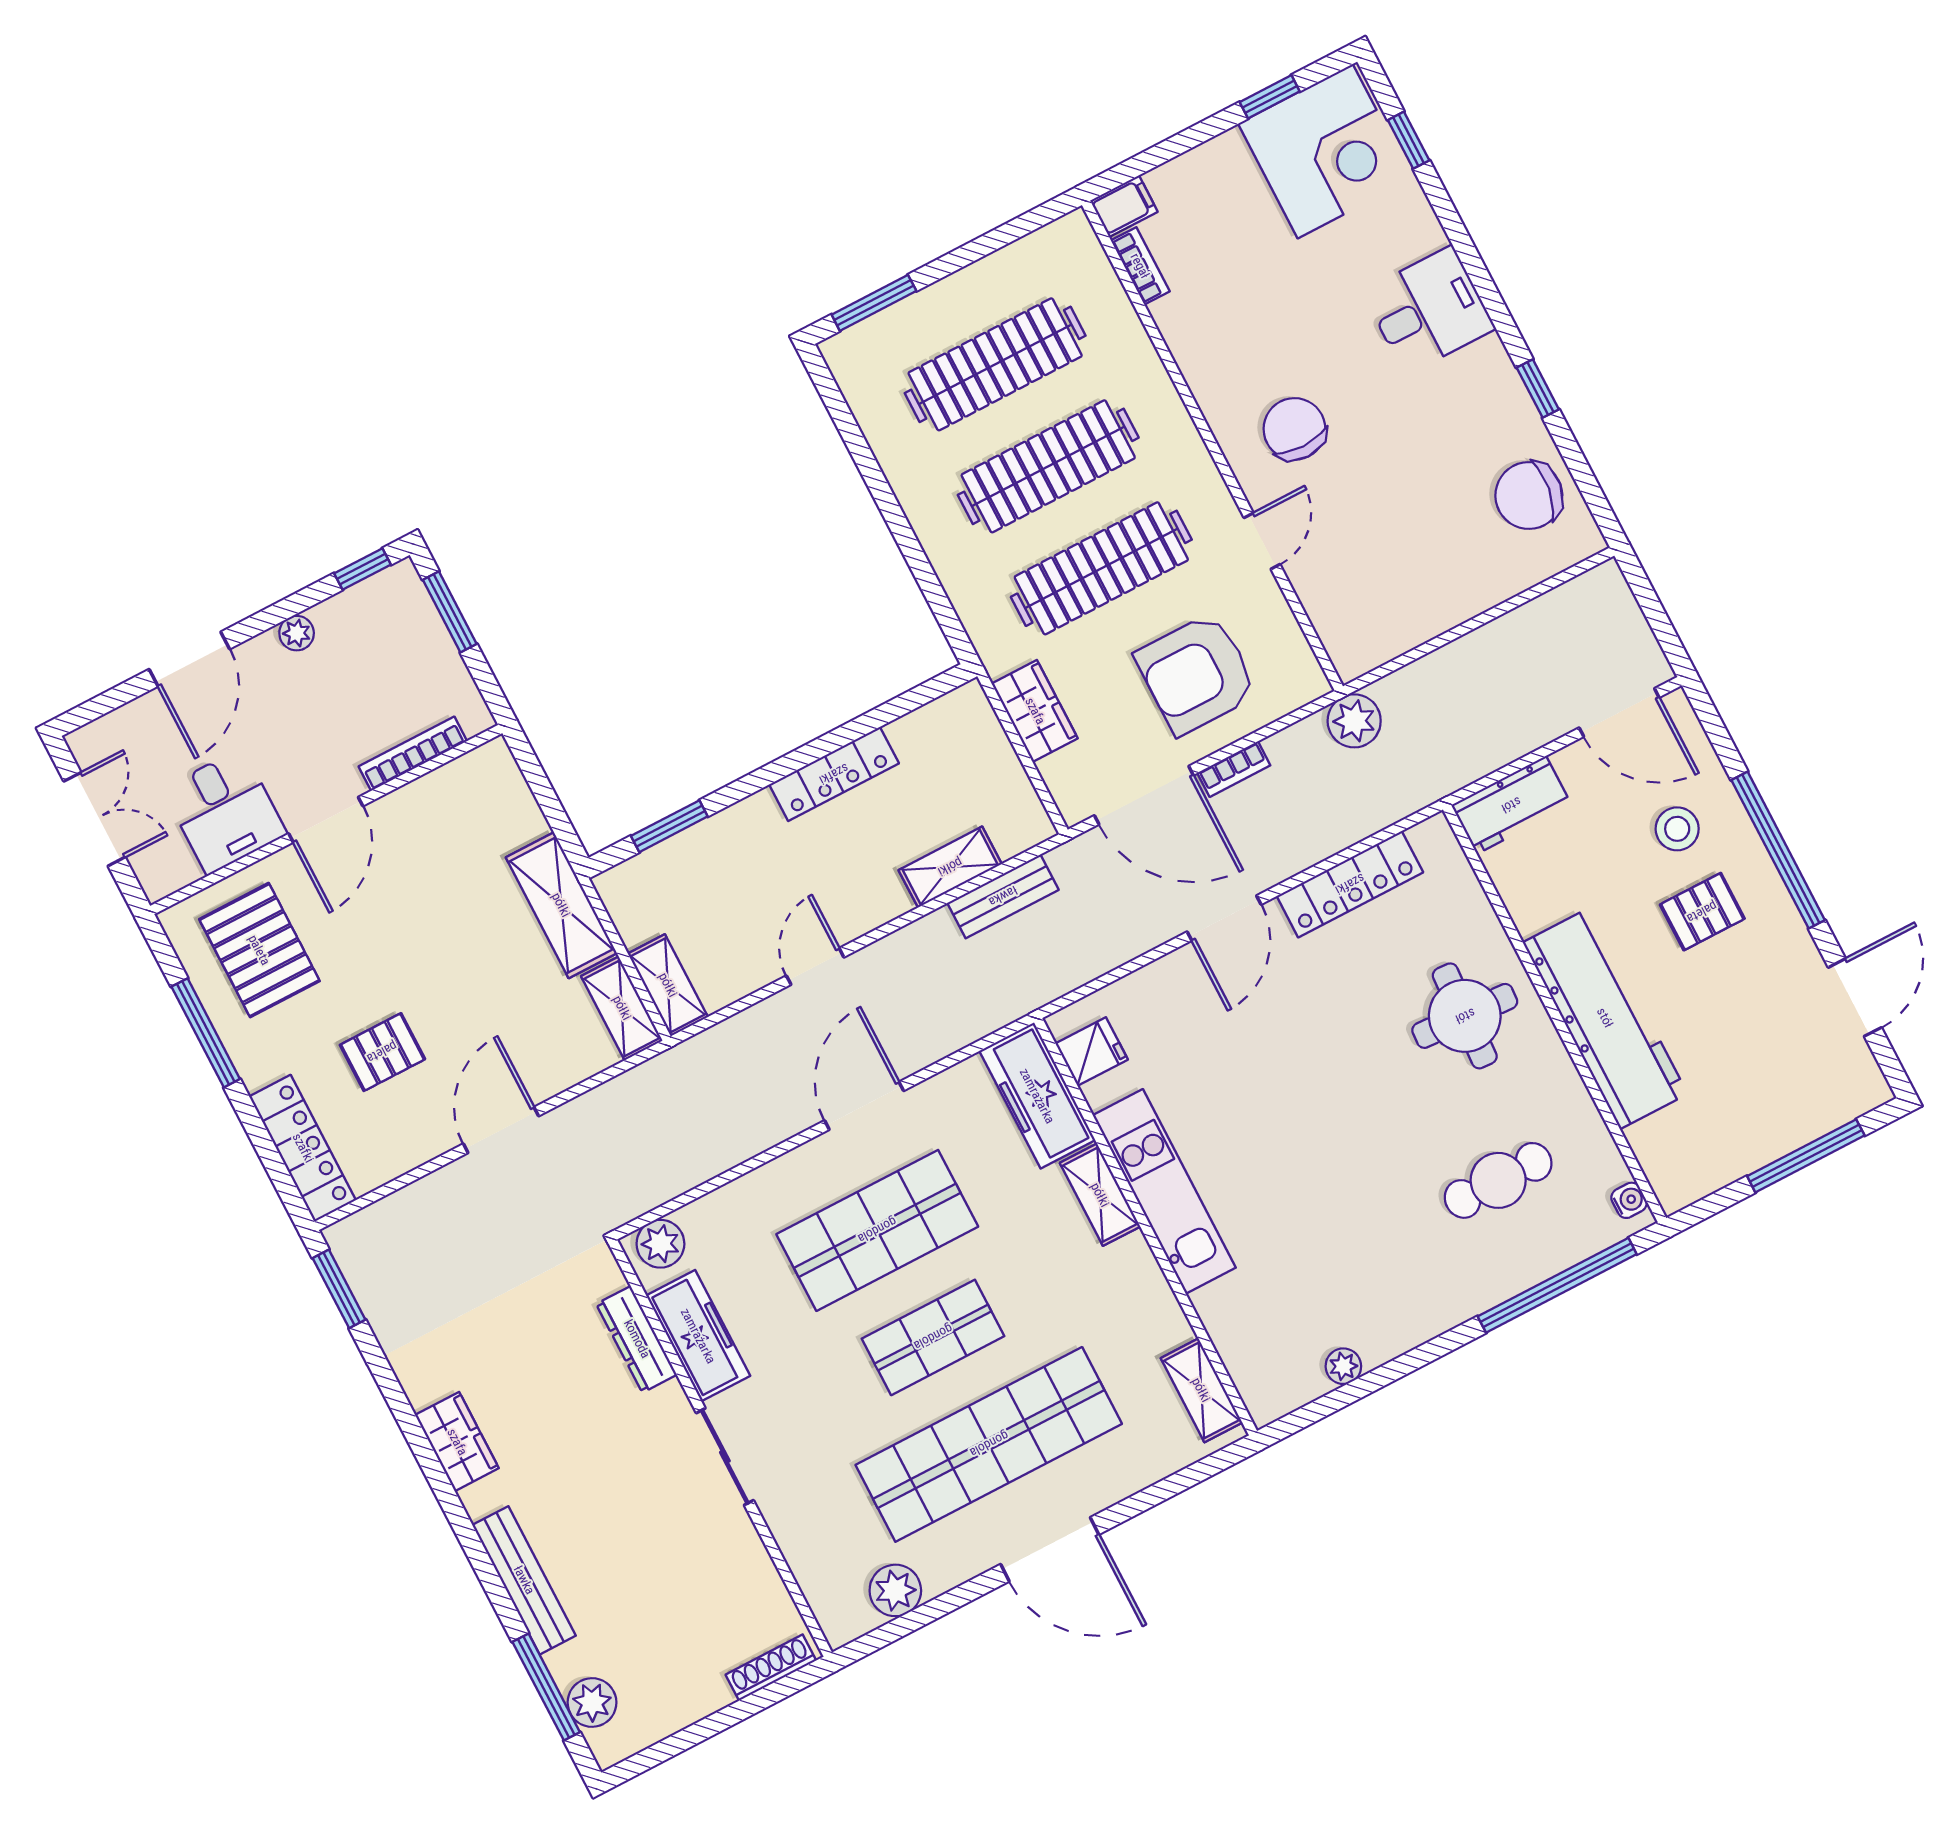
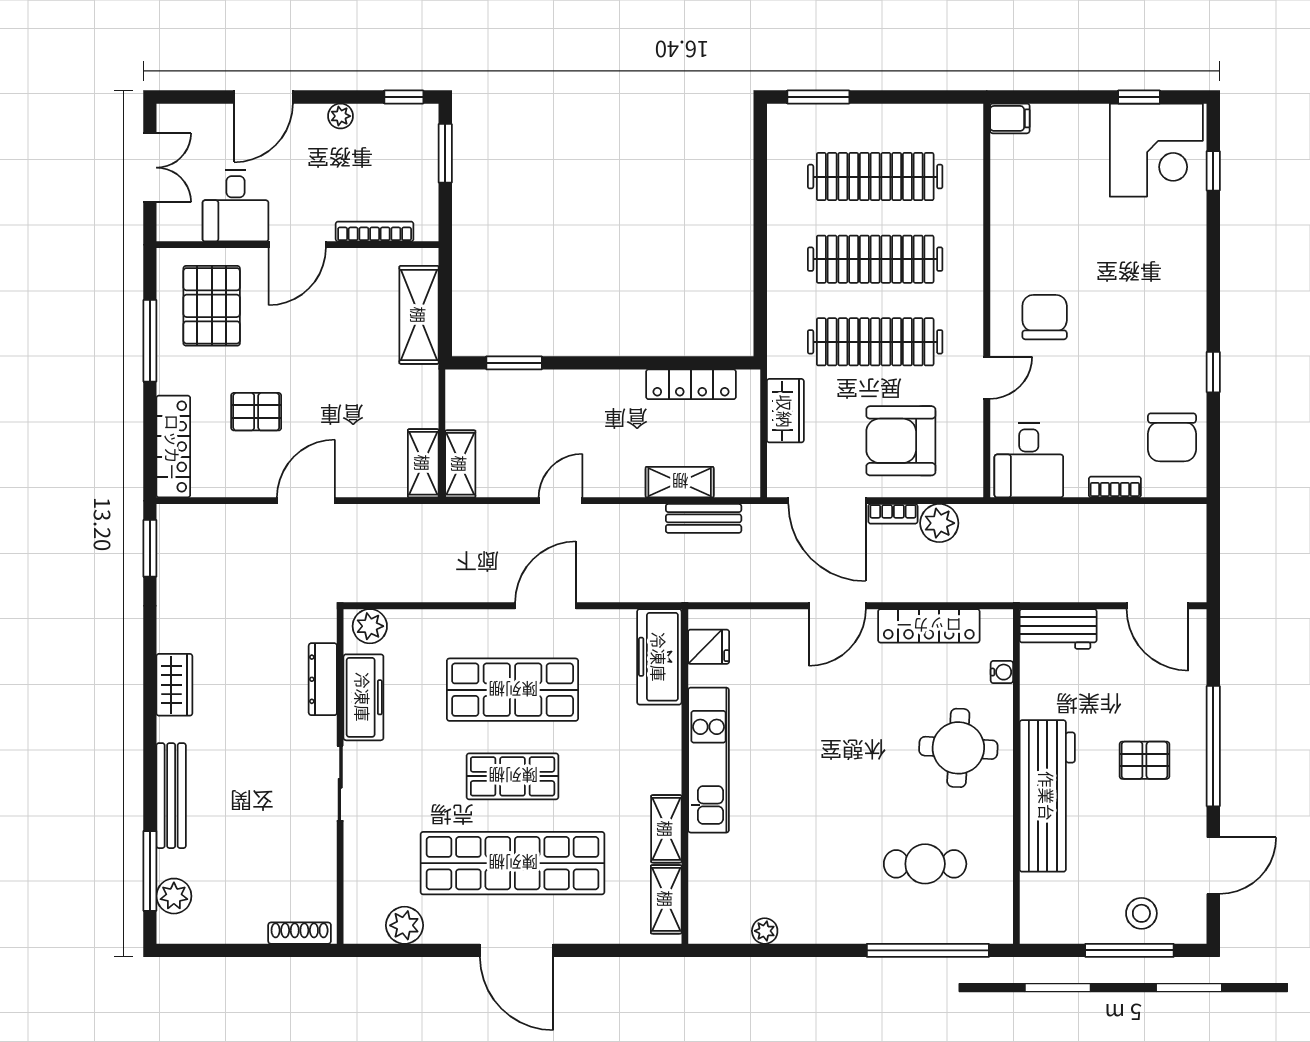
bookcase: (1140, 266) -> (1115, 487), moved, turned -90
desk: (1429, 310) -> (1029, 460), moved, turned 90
chair: (1529, 495) -> (1172, 437), turned -98
plant: (1354, 721) -> (939, 523), moved
locker: (834, 774) -> (691, 384), moved
stool: (1677, 829) -> (1141, 913), moved
shelving: (561, 905) -> (419, 315), moved
shelving: (1100, 1195) -> (666, 829), moved
water cooler: (1629, 1200) -> (1002, 672), moved

